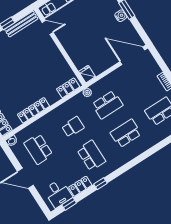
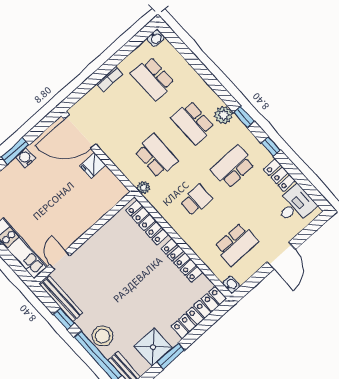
door: (132, 56) -> (80, 132), hinge flipped
fridge: (87, 74) -> (93, 166), moved
locker: (68, 88) -> (147, 222), width x1.53
school desk: (73, 127) -> (196, 200), turned 90
plant: (127, 155) -> (224, 115), added
window: (69, 204) -> (244, 117), moved

